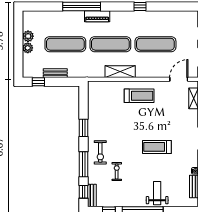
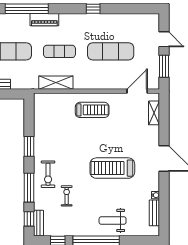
exercise mat: (110, 44) -> (59, 51), width x0.73, depth x0.69
shelving: (120, 72) -> (56, 83), moved
treadmill: (157, 147) -> (112, 168), width x1.37, depth x1.38
weight bench: (157, 193) -> (113, 220), turned -90

